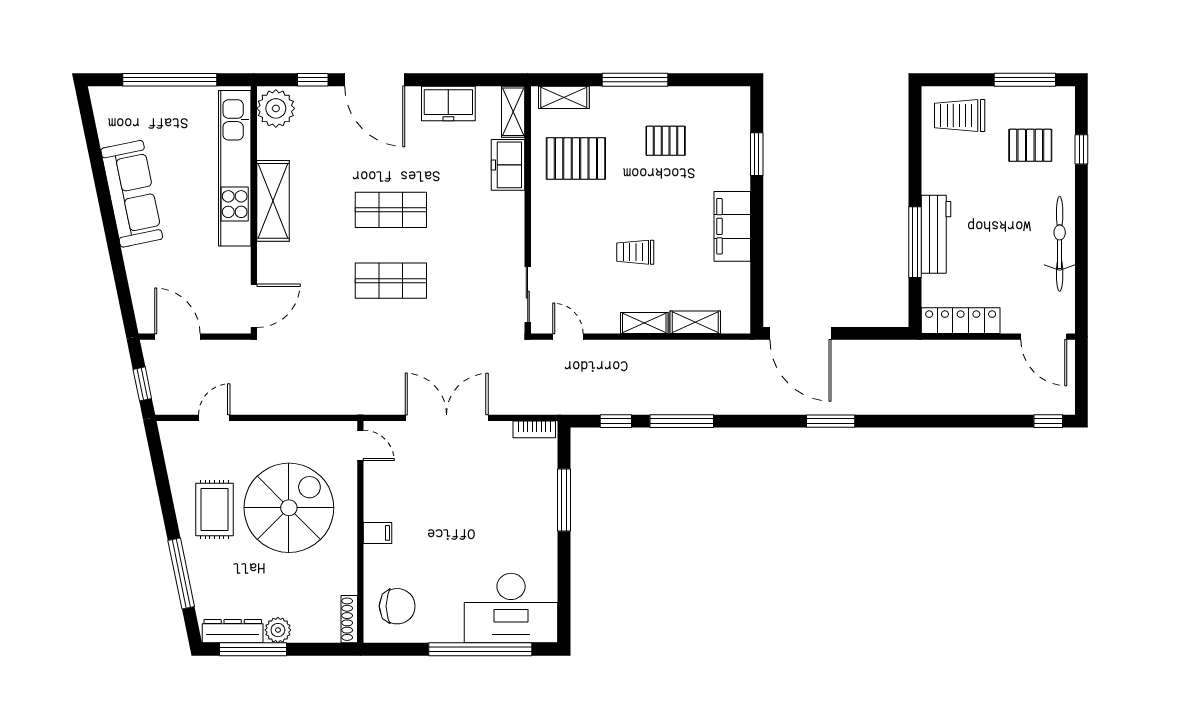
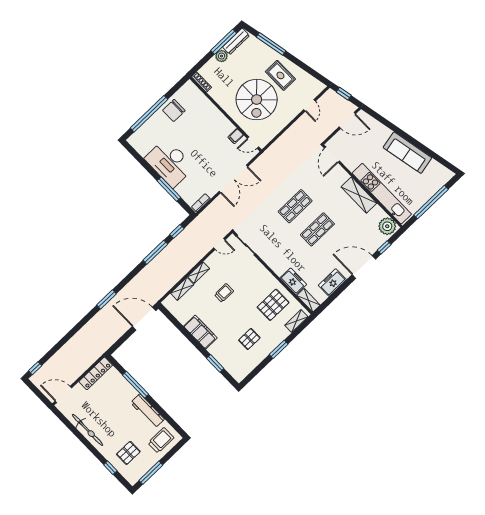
window: (635, 80) -> (279, 349), width x0.69
workbench: (936, 234) -> (147, 411), moved
filing cabinet: (378, 533) -> (236, 136), moved
chair: (397, 606) -> (174, 110), moved
desk: (511, 608) -> (170, 163), moved, turned -90

